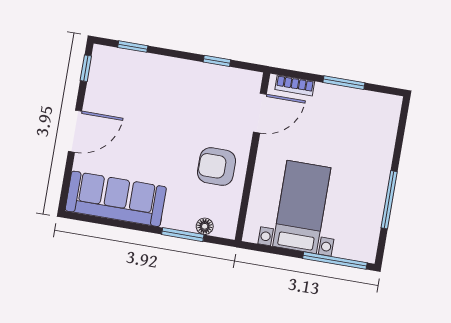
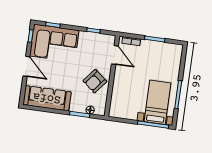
corner sofa: (134, 85) -> (54, 43), added
door: (260, 113) -> (115, 55), hinge flipped
door: (75, 131) -> (26, 66), hinge flipped
armchair: (217, 167) -> (95, 81), turned -51
bed with nightstands: (302, 207) -> (158, 102), moved

